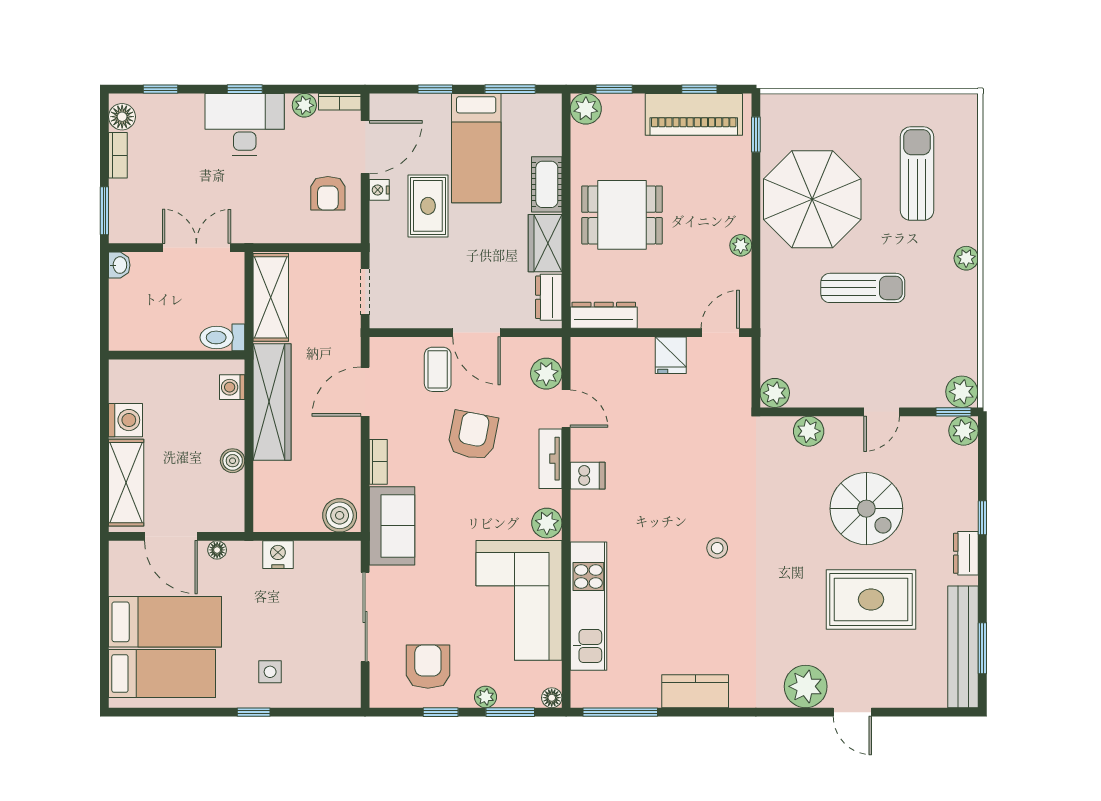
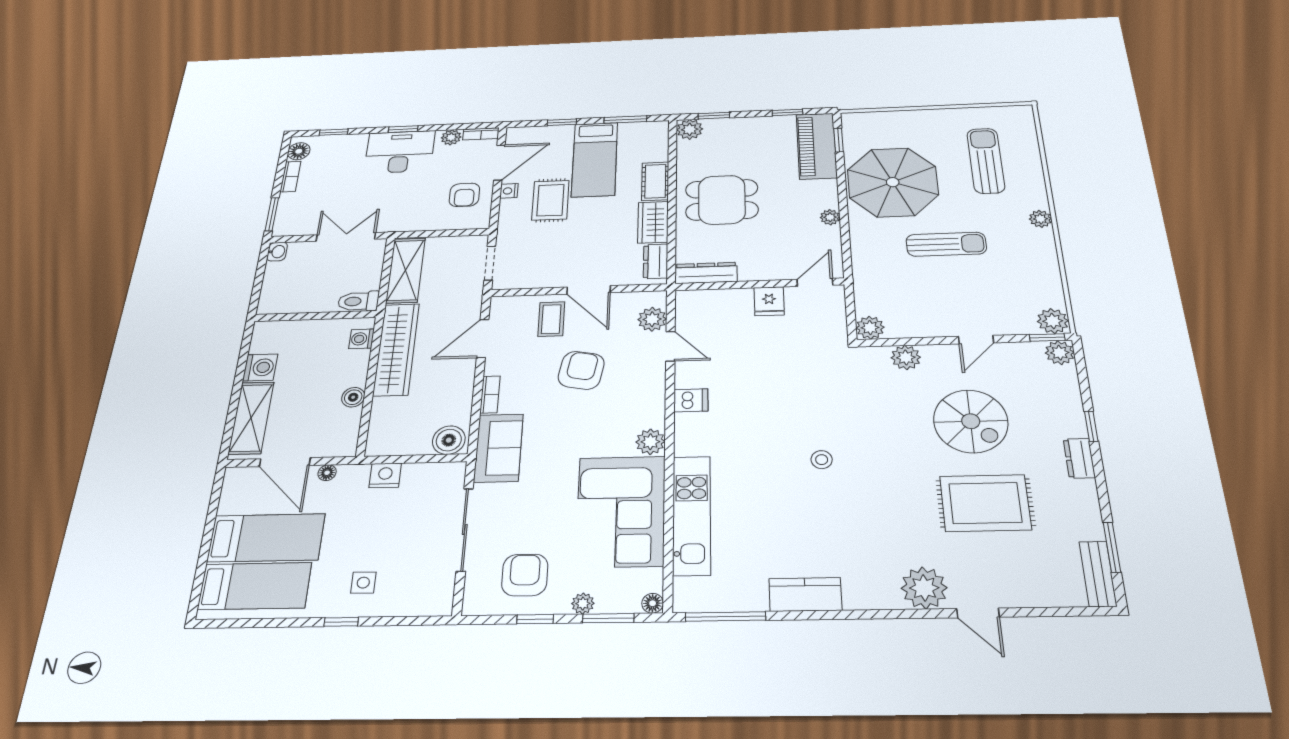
piano: (694, 114) -> (816, 146), moved, turned 90
tv unit: (550, 459) -> (655, 387), removed
bench: (963, 647) -> (1098, 574), width x0.54, depth x0.82

